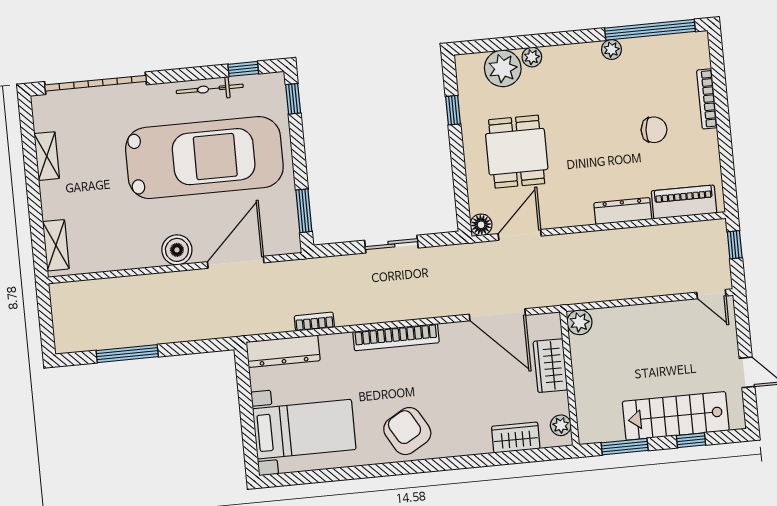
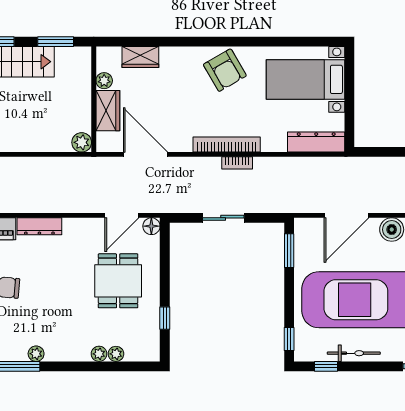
plant: (503, 68) -> (116, 354), width x0.53, depth x0.53
bookcase: (314, 322) -> (237, 163), moved
plant: (561, 425) -> (104, 81), moved

